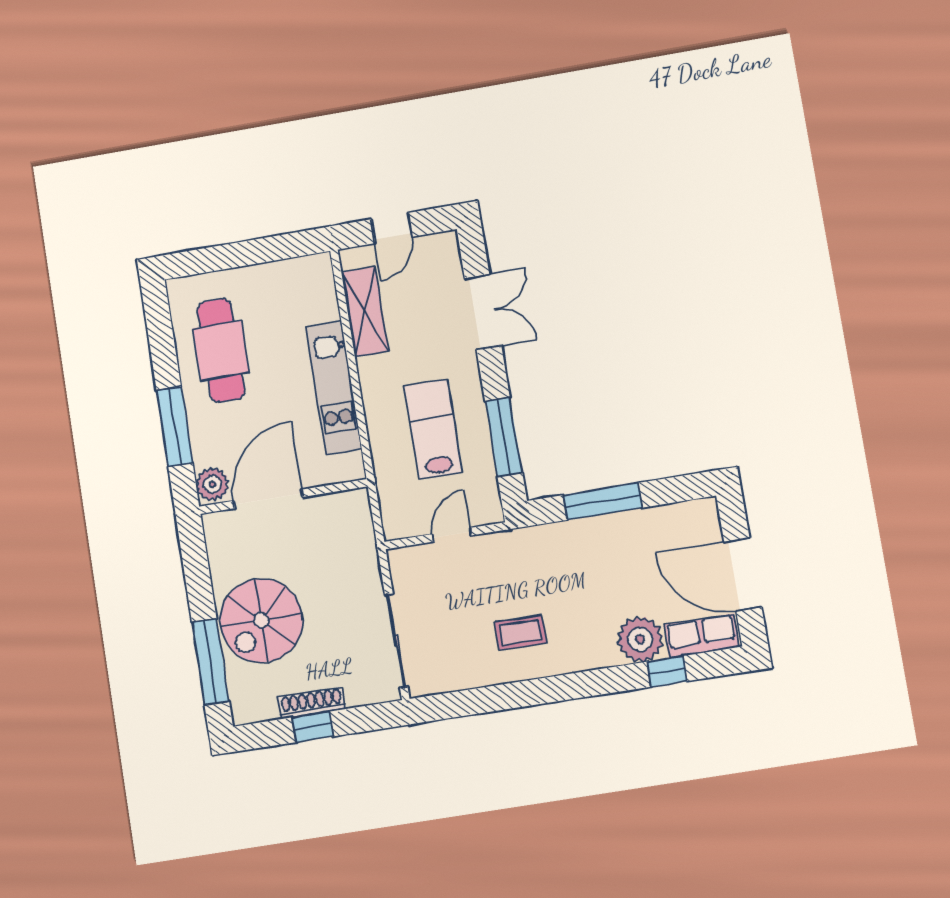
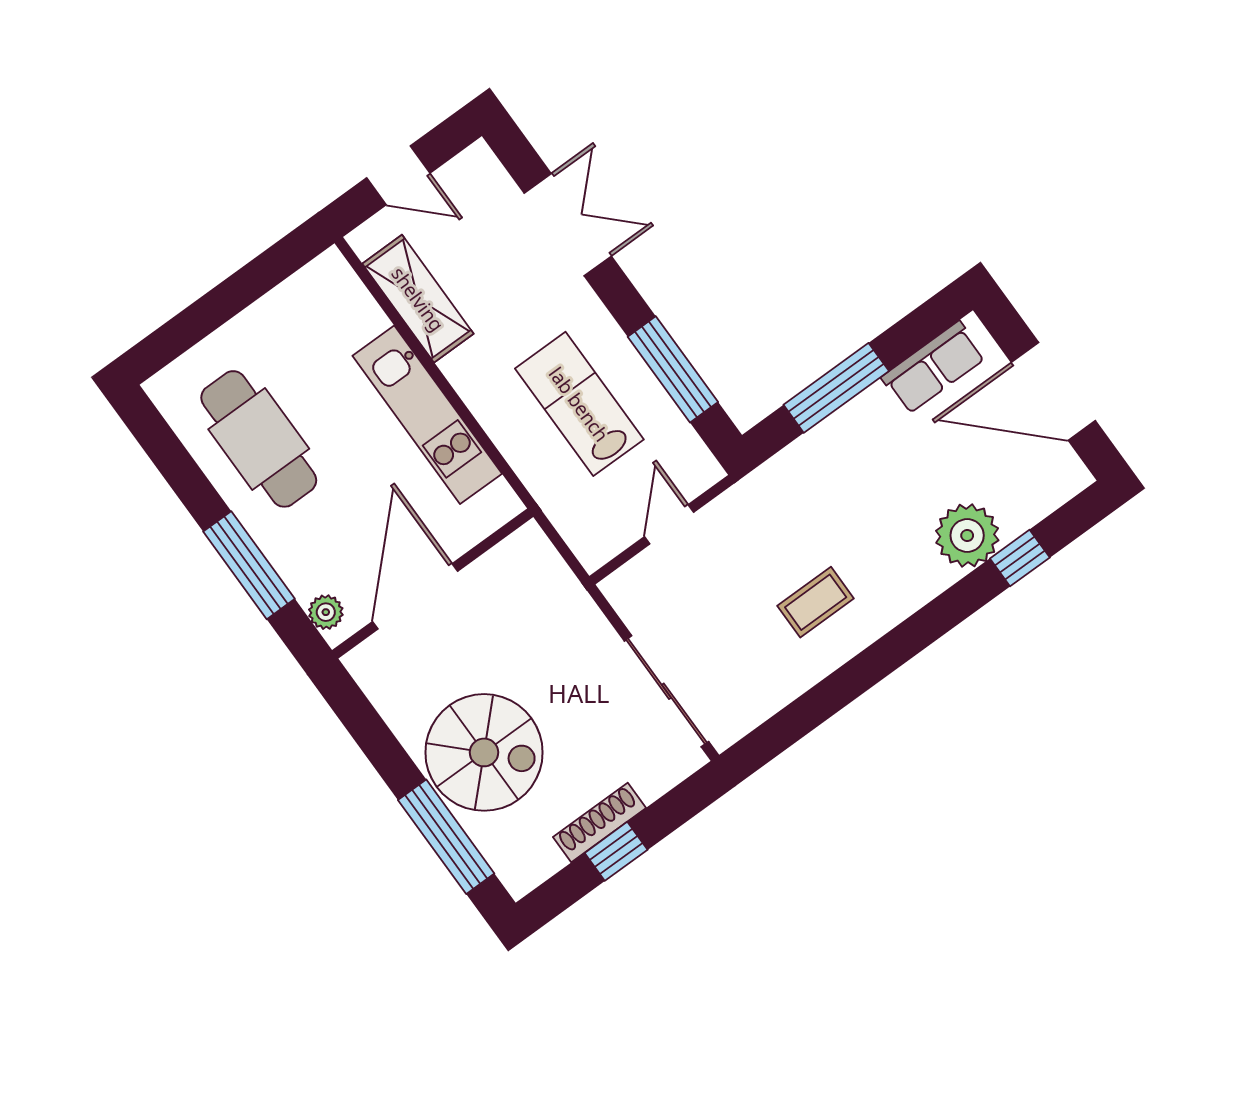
door: (392, 228) -> (398, 175), hinge flipped
plant: (212, 484) -> (326, 612), width x0.73, depth x0.73
spiral stairs: (261, 620) -> (484, 752), turned -90
row of seats: (702, 636) -> (934, 368), moved, turned 180

